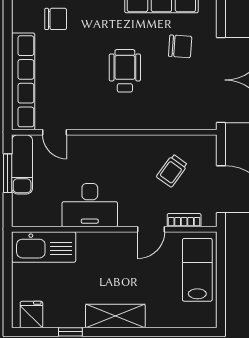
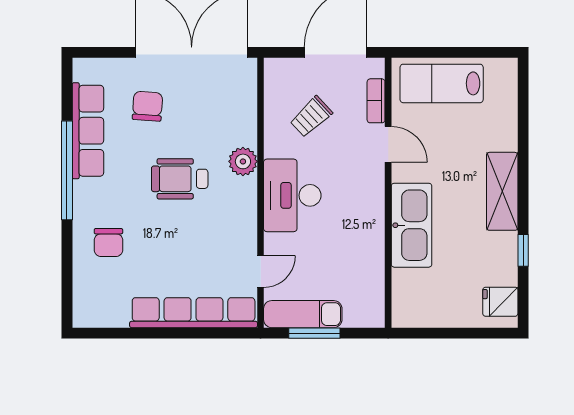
chair: (56, 19) -> (108, 243), moved, turned 180
plant: (138, 119) -> (243, 161), added
trolley: (172, 171) -> (311, 117), turned 101
desk: (90, 205) -> (292, 195), moved, turned 180
kitchen sink: (44, 247) -> (411, 225), moved

